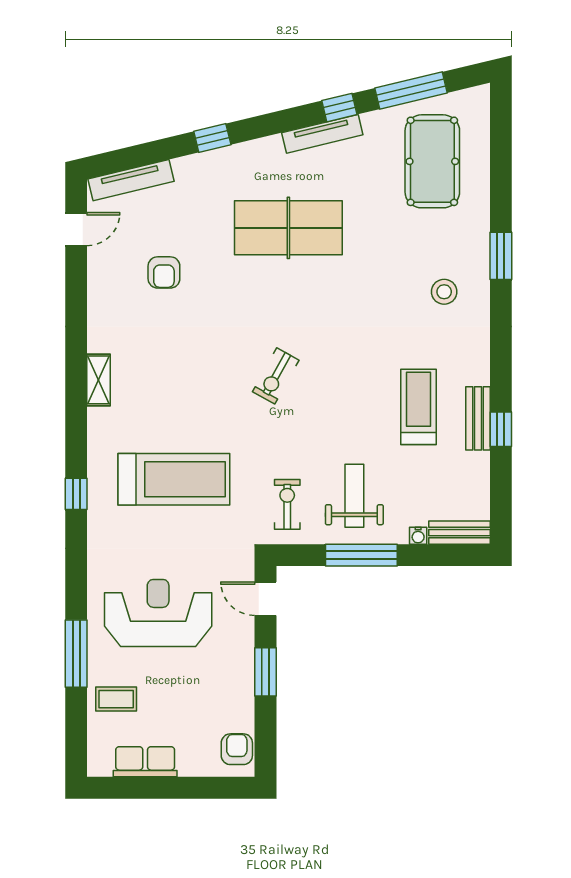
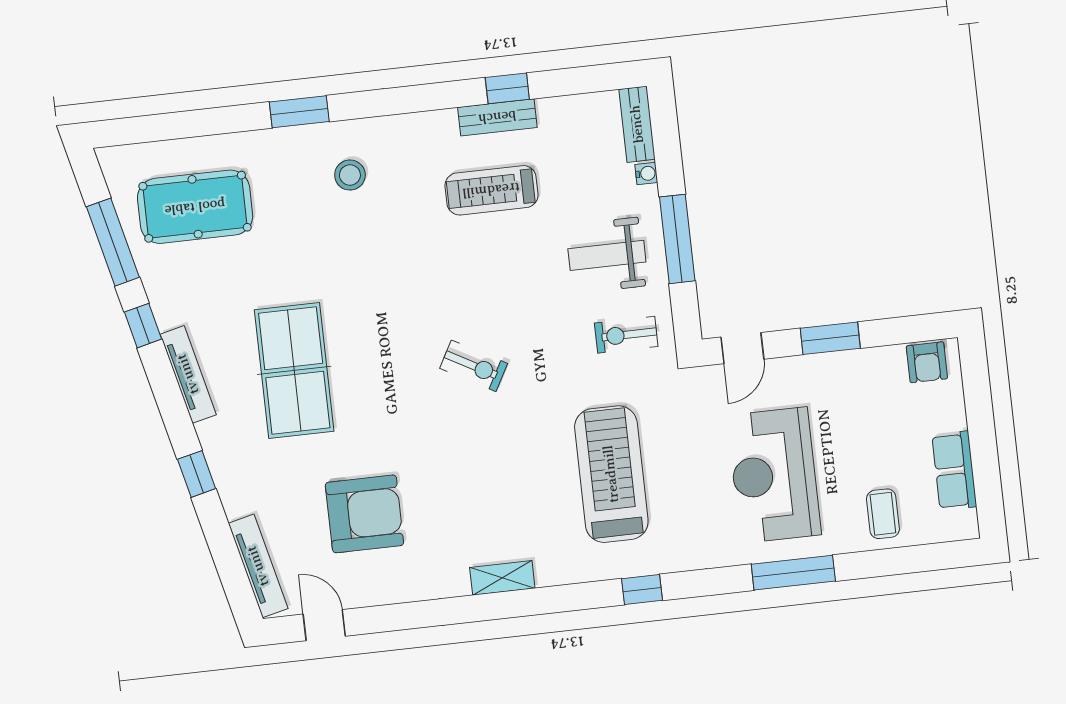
tv unit: (322, 134) -> (188, 374), moved
armchair: (164, 272) -> (364, 514), width x1.88, depth x1.88
window: (76, 654) -> (793, 573), moved
armchair: (237, 749) -> (927, 362), turned -90

